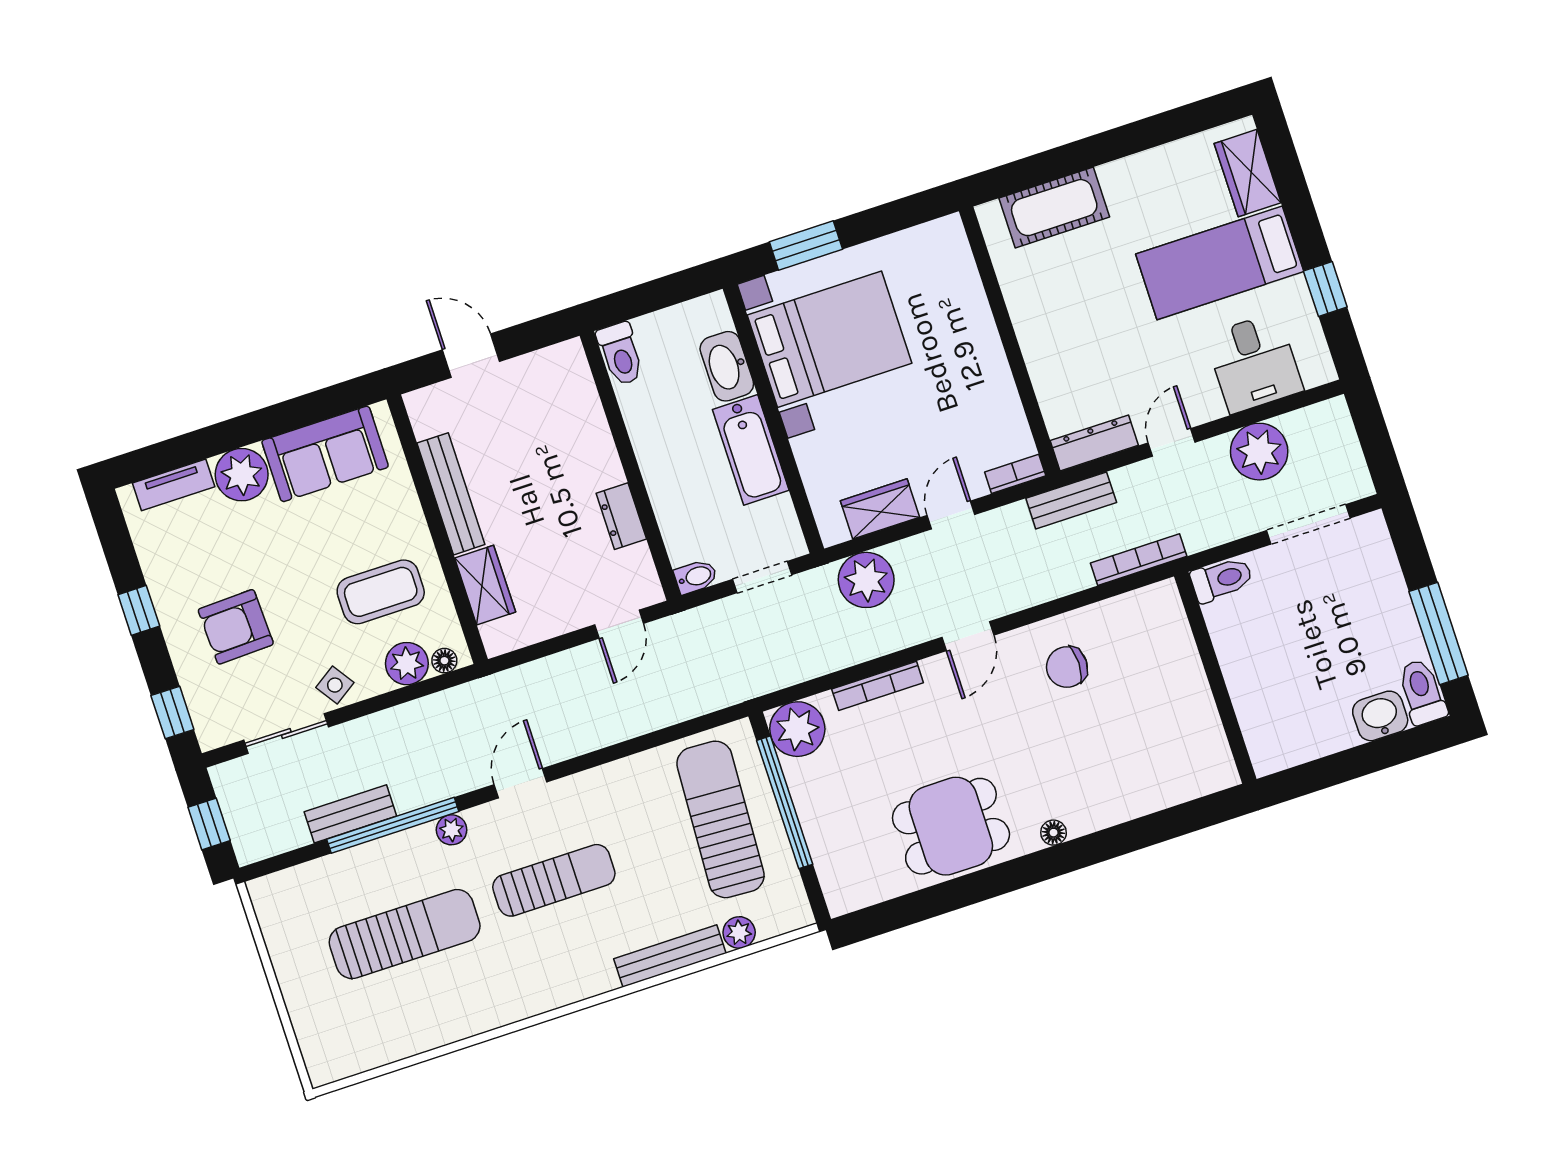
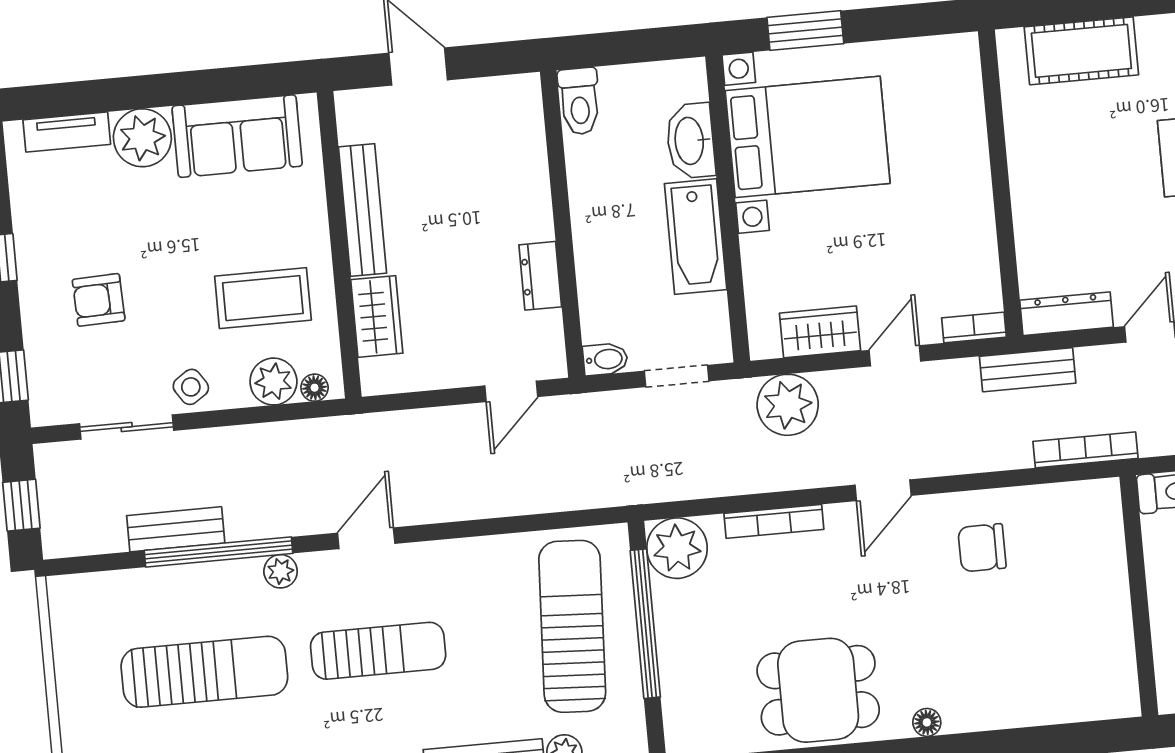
armchair: (236, 627) -> (99, 300), width x0.72, depth x0.72

